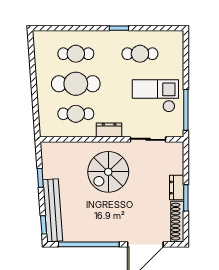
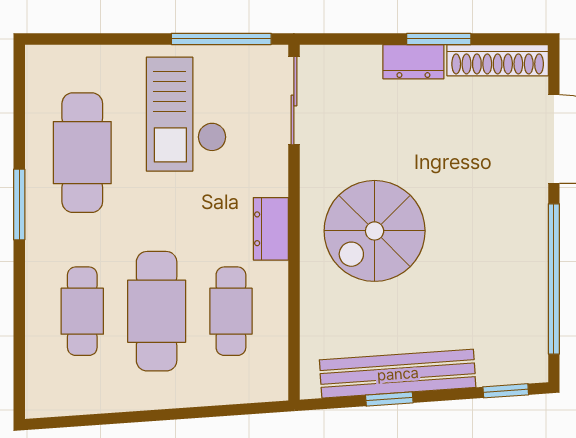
window: (119, 28) -> (19, 204), width x1.50
cafe table: (140, 54) -> (82, 153), width x1.37, depth x1.35
sliding door: (148, 139) -> (294, 101), moved
spiral stairs: (108, 172) -> (375, 231), turned 90
bench: (53, 210) -> (398, 374), moved

